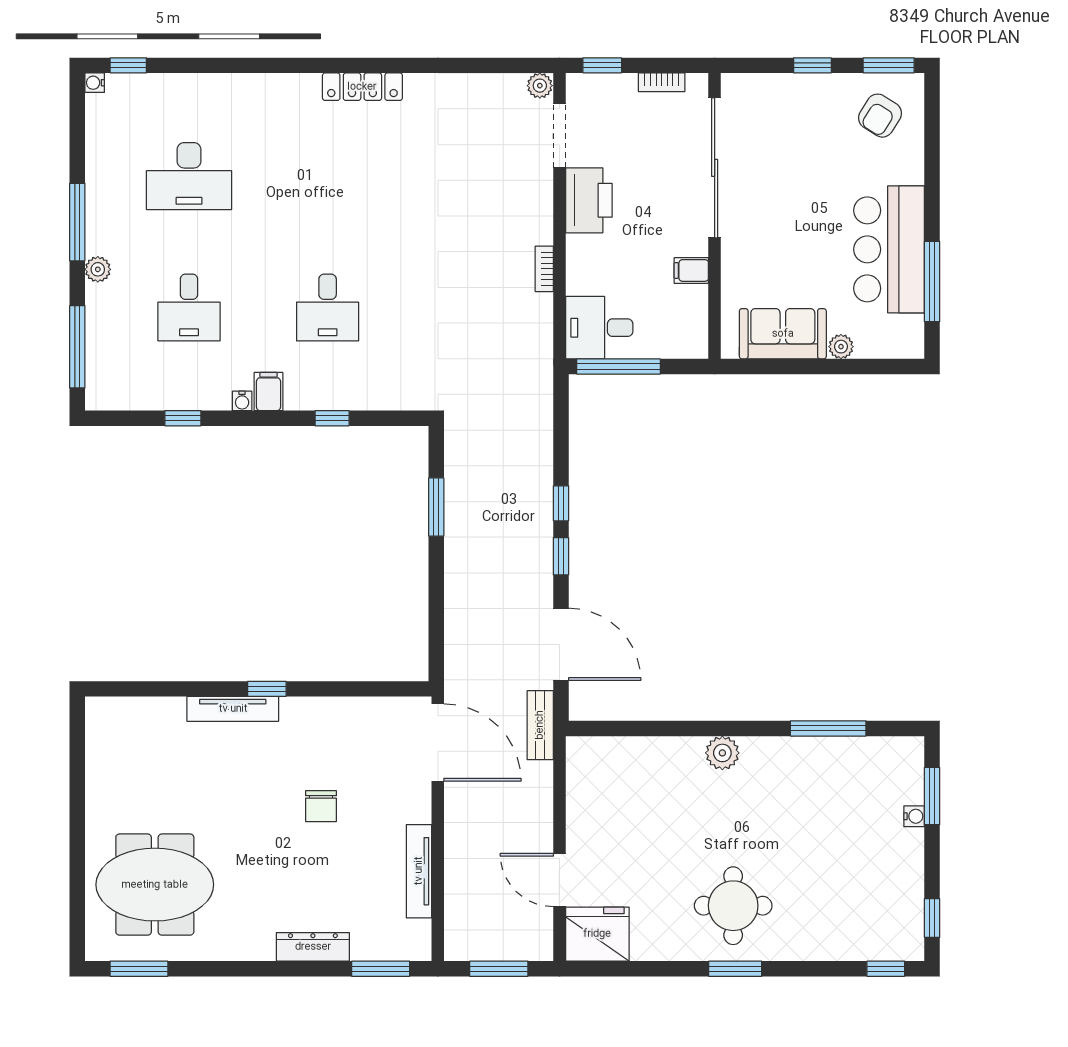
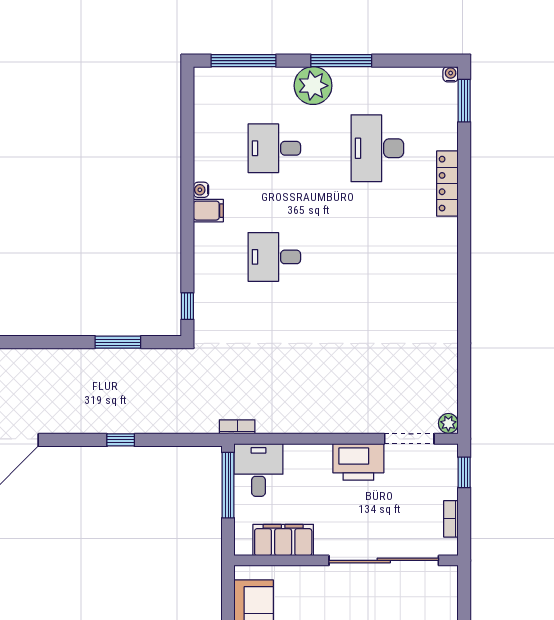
window: (128, 65) -> (464, 101), width x1.50
locker: (362, 87) -> (447, 184), moved
plant: (98, 269) -> (313, 86), width x1.88, depth x1.88
bookcase: (544, 269) -> (237, 427), moved
filing cabinet: (691, 270) -> (283, 540), width x3.00, depth x1.17
window: (183, 418) -> (187, 143), removed
window: (332, 418) -> (187, 306), moved
window: (561, 556) -> (79, 440), removed

